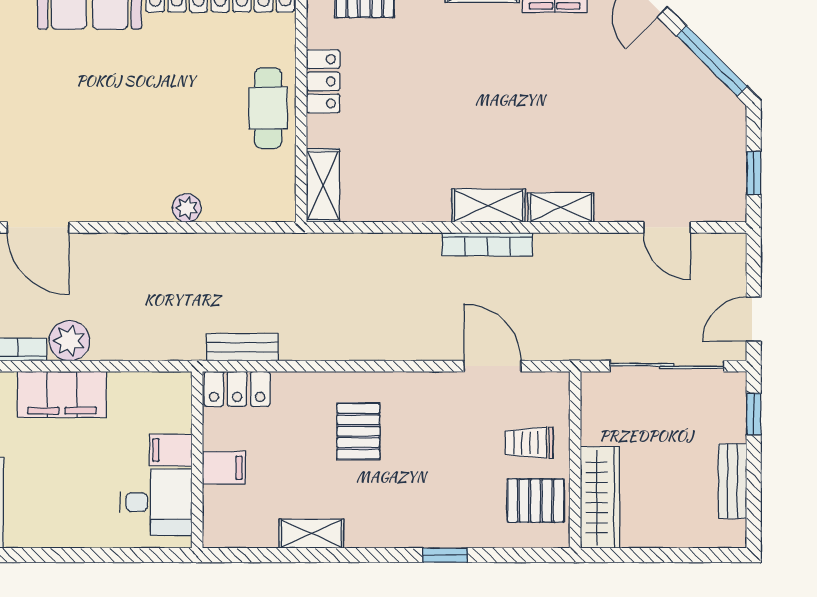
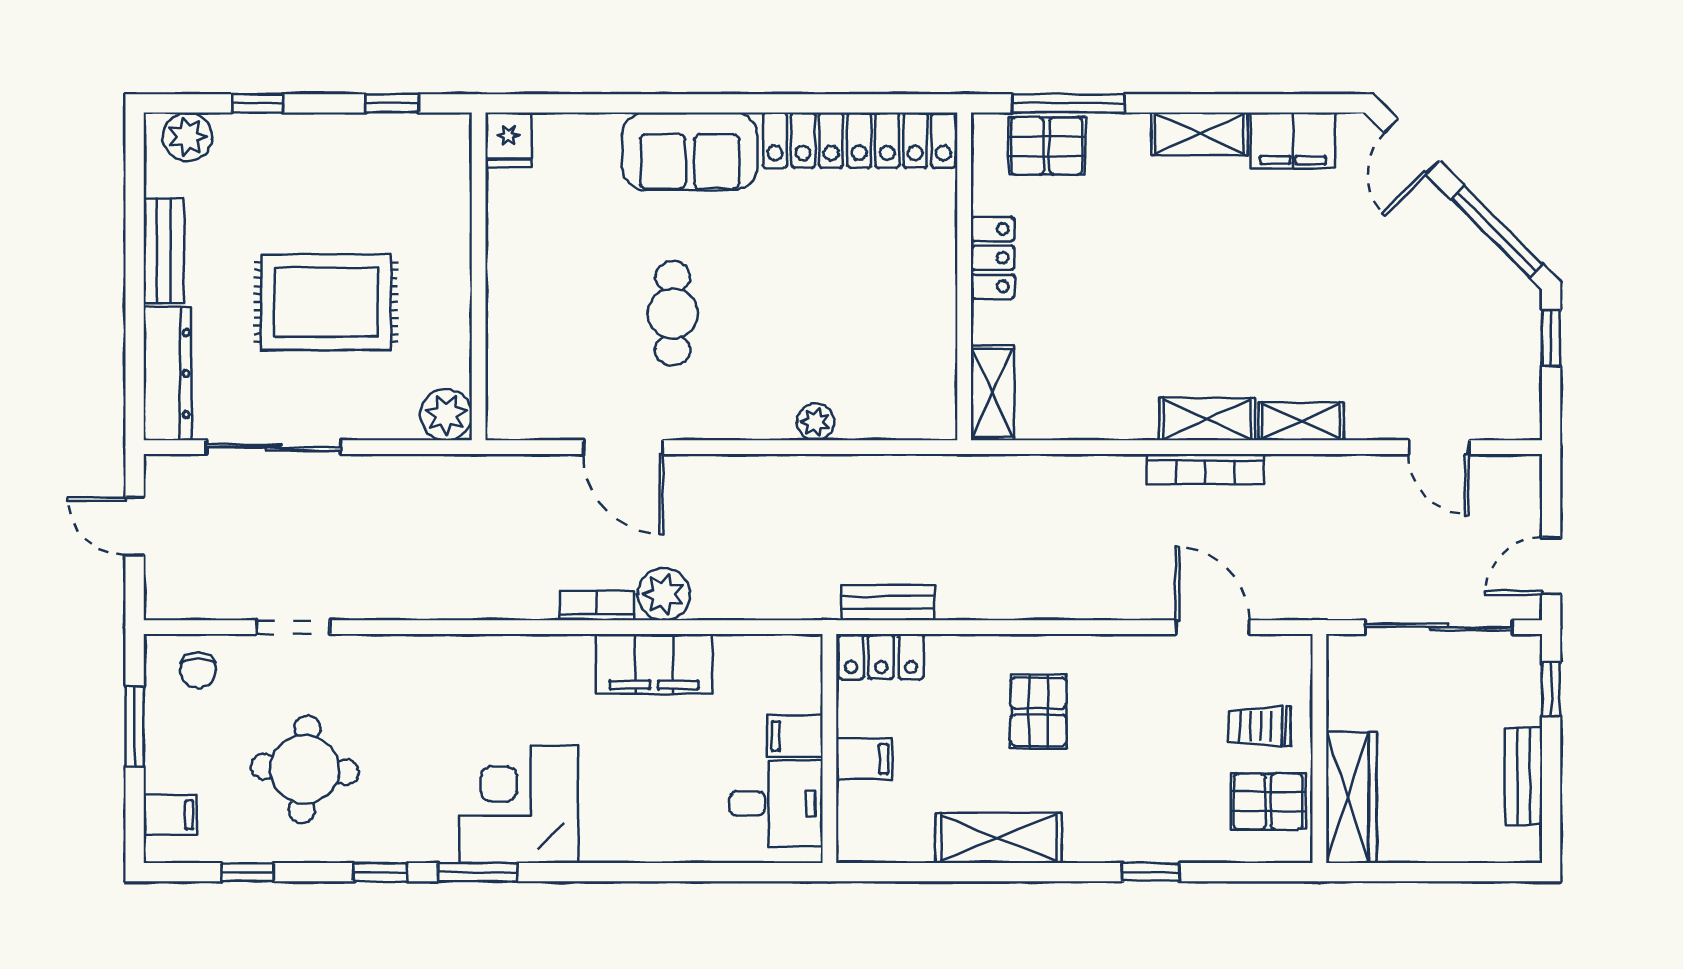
cafe table: (268, 108) -> (673, 313), moved
window: (754, 173) -> (1551, 338), moved
shelving: (311, 534) -> (999, 838), width x1.50, depth x1.33

